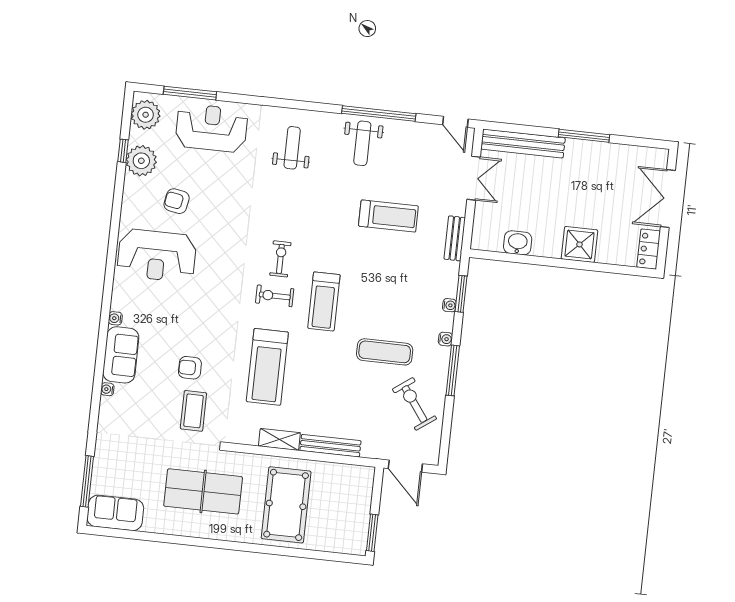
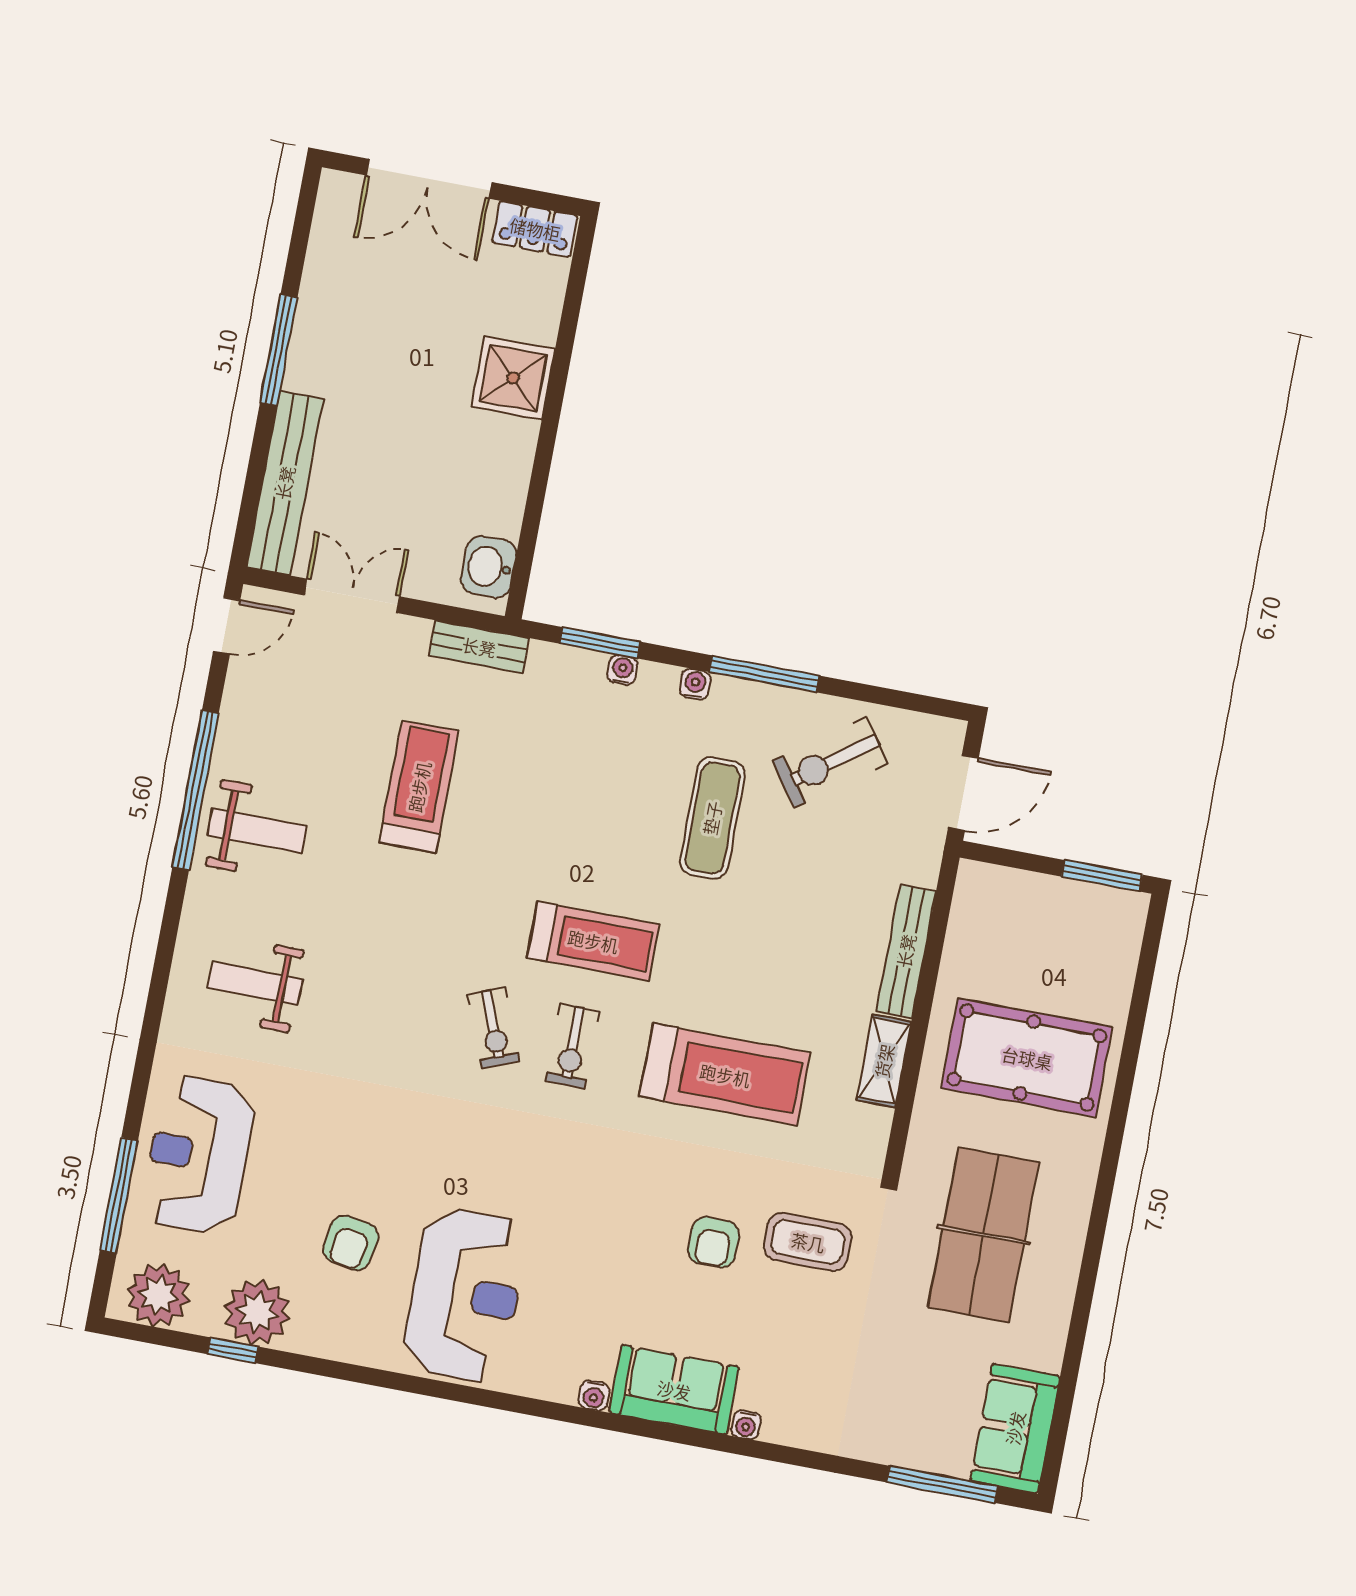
washbasin: (518, 243) -> (489, 567), moved
exercise bike: (280, 259) -> (493, 1028), turned -112

